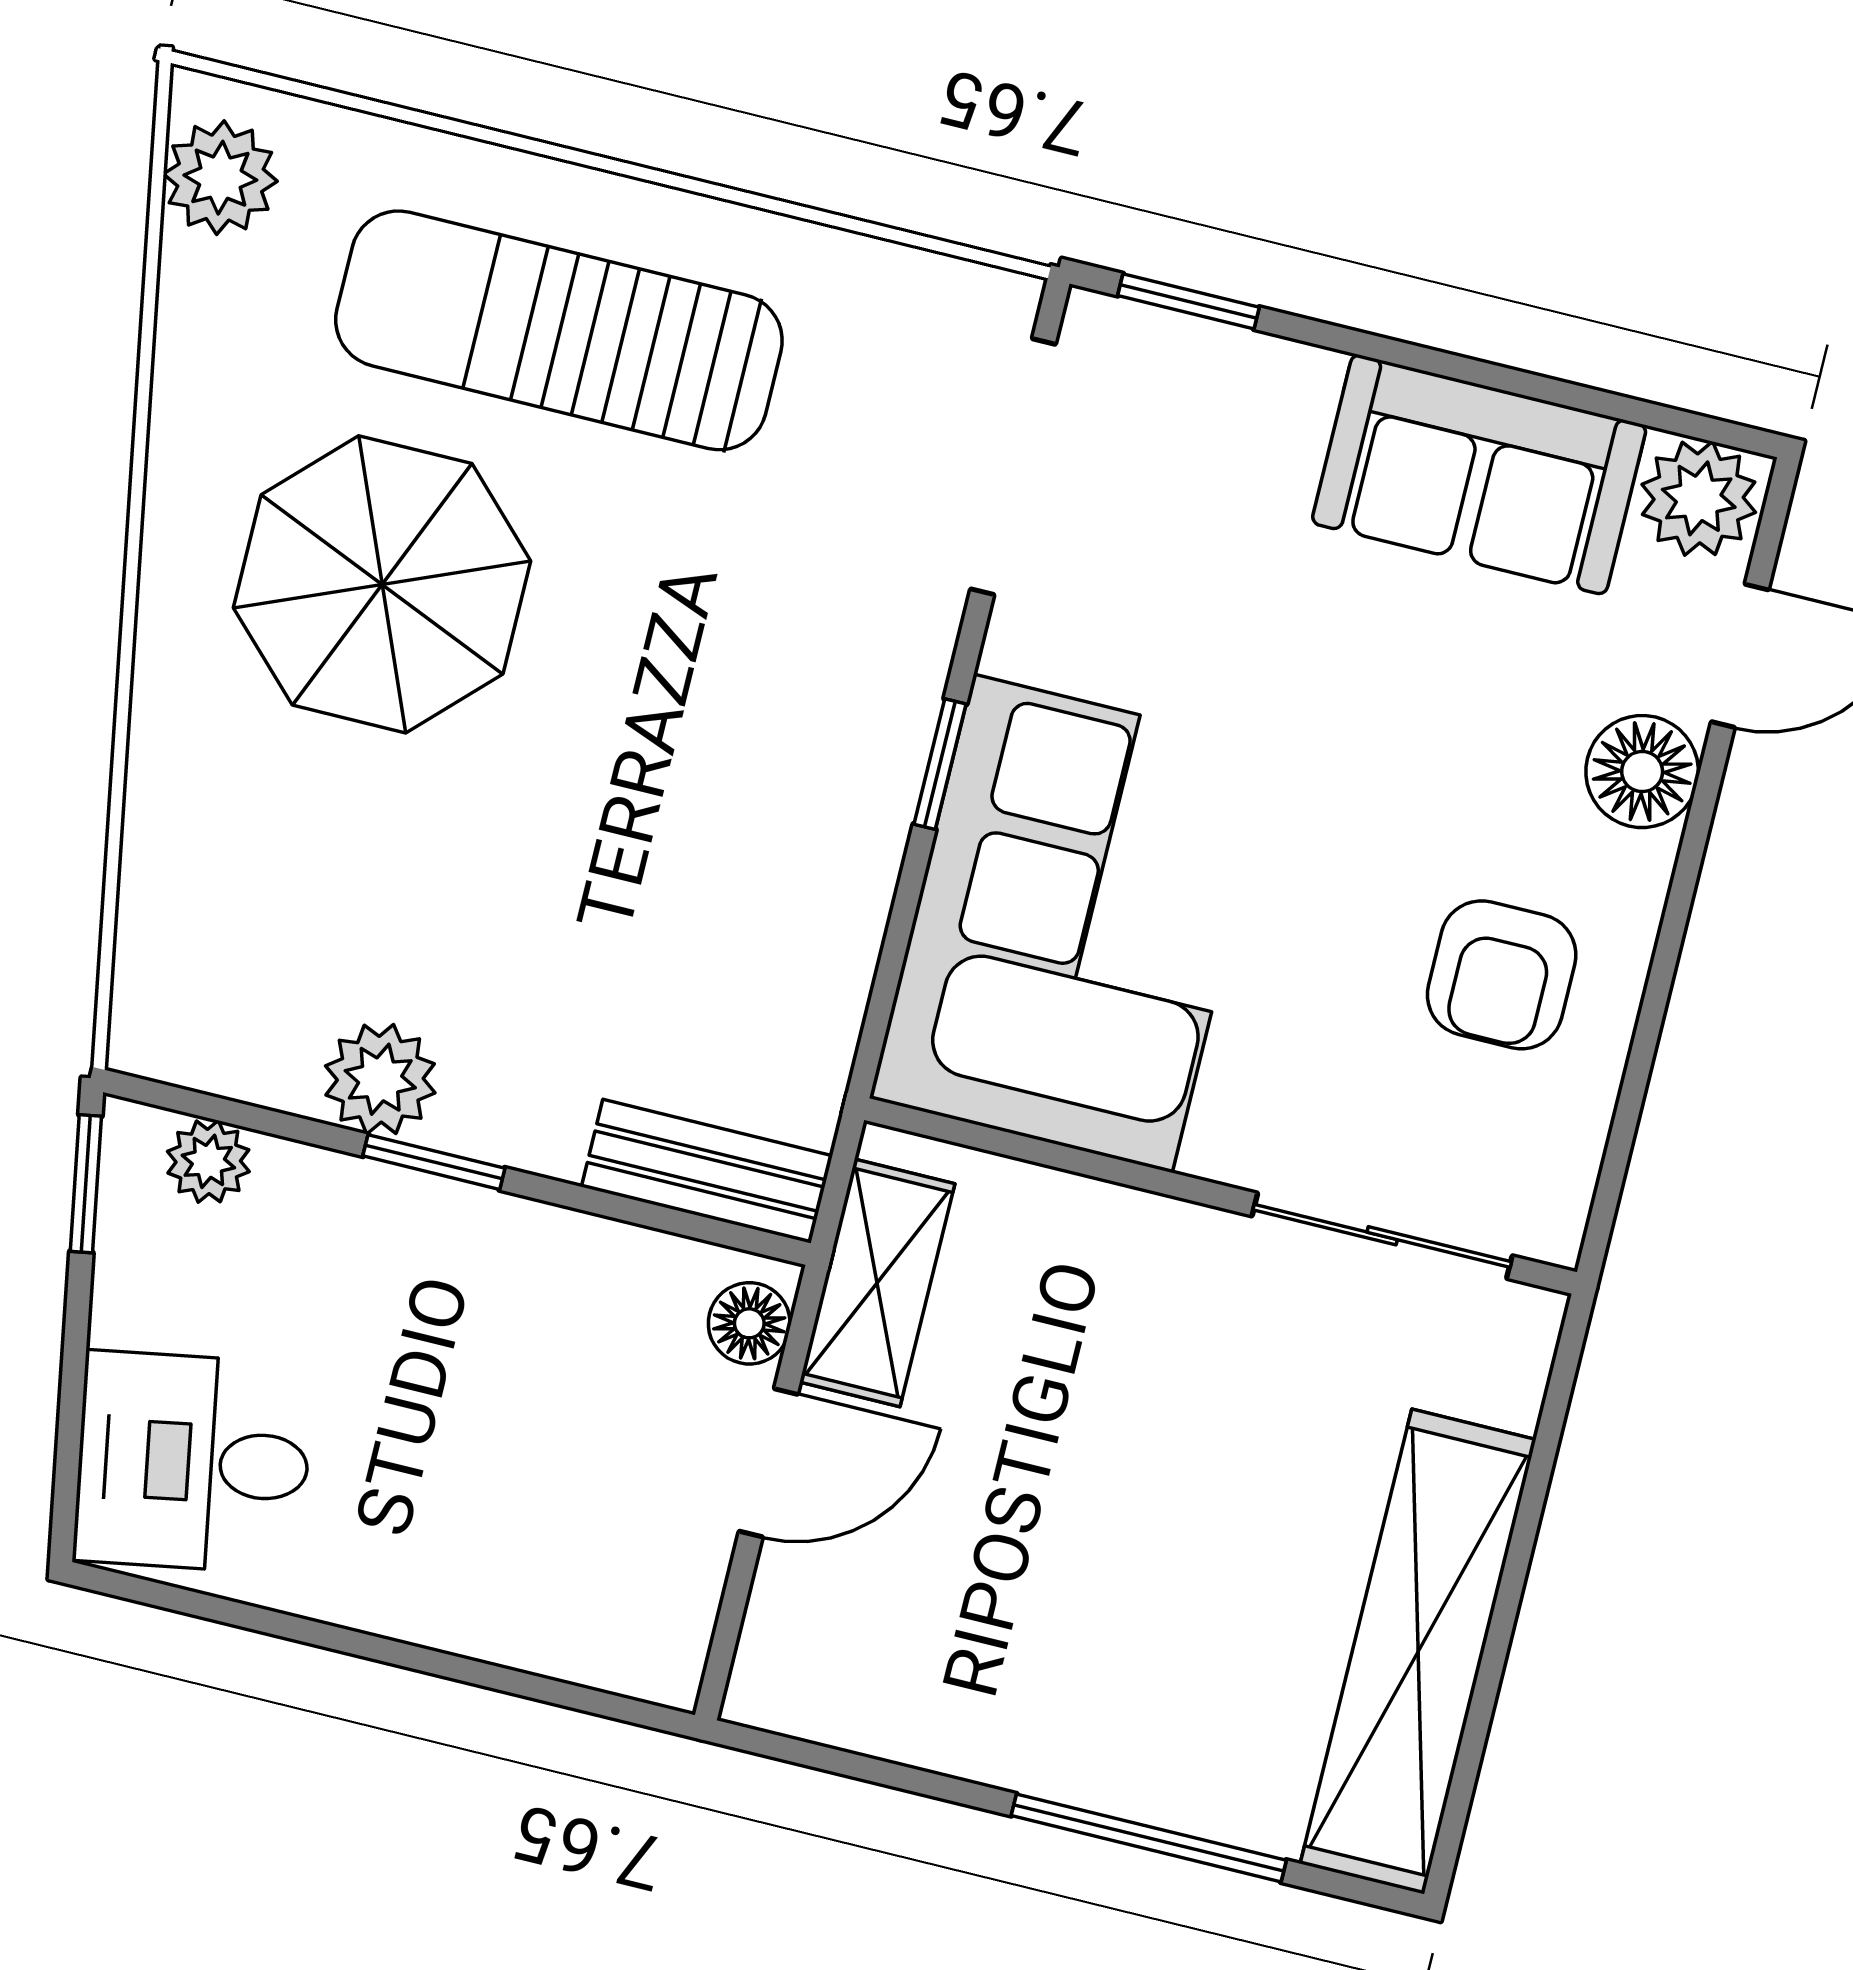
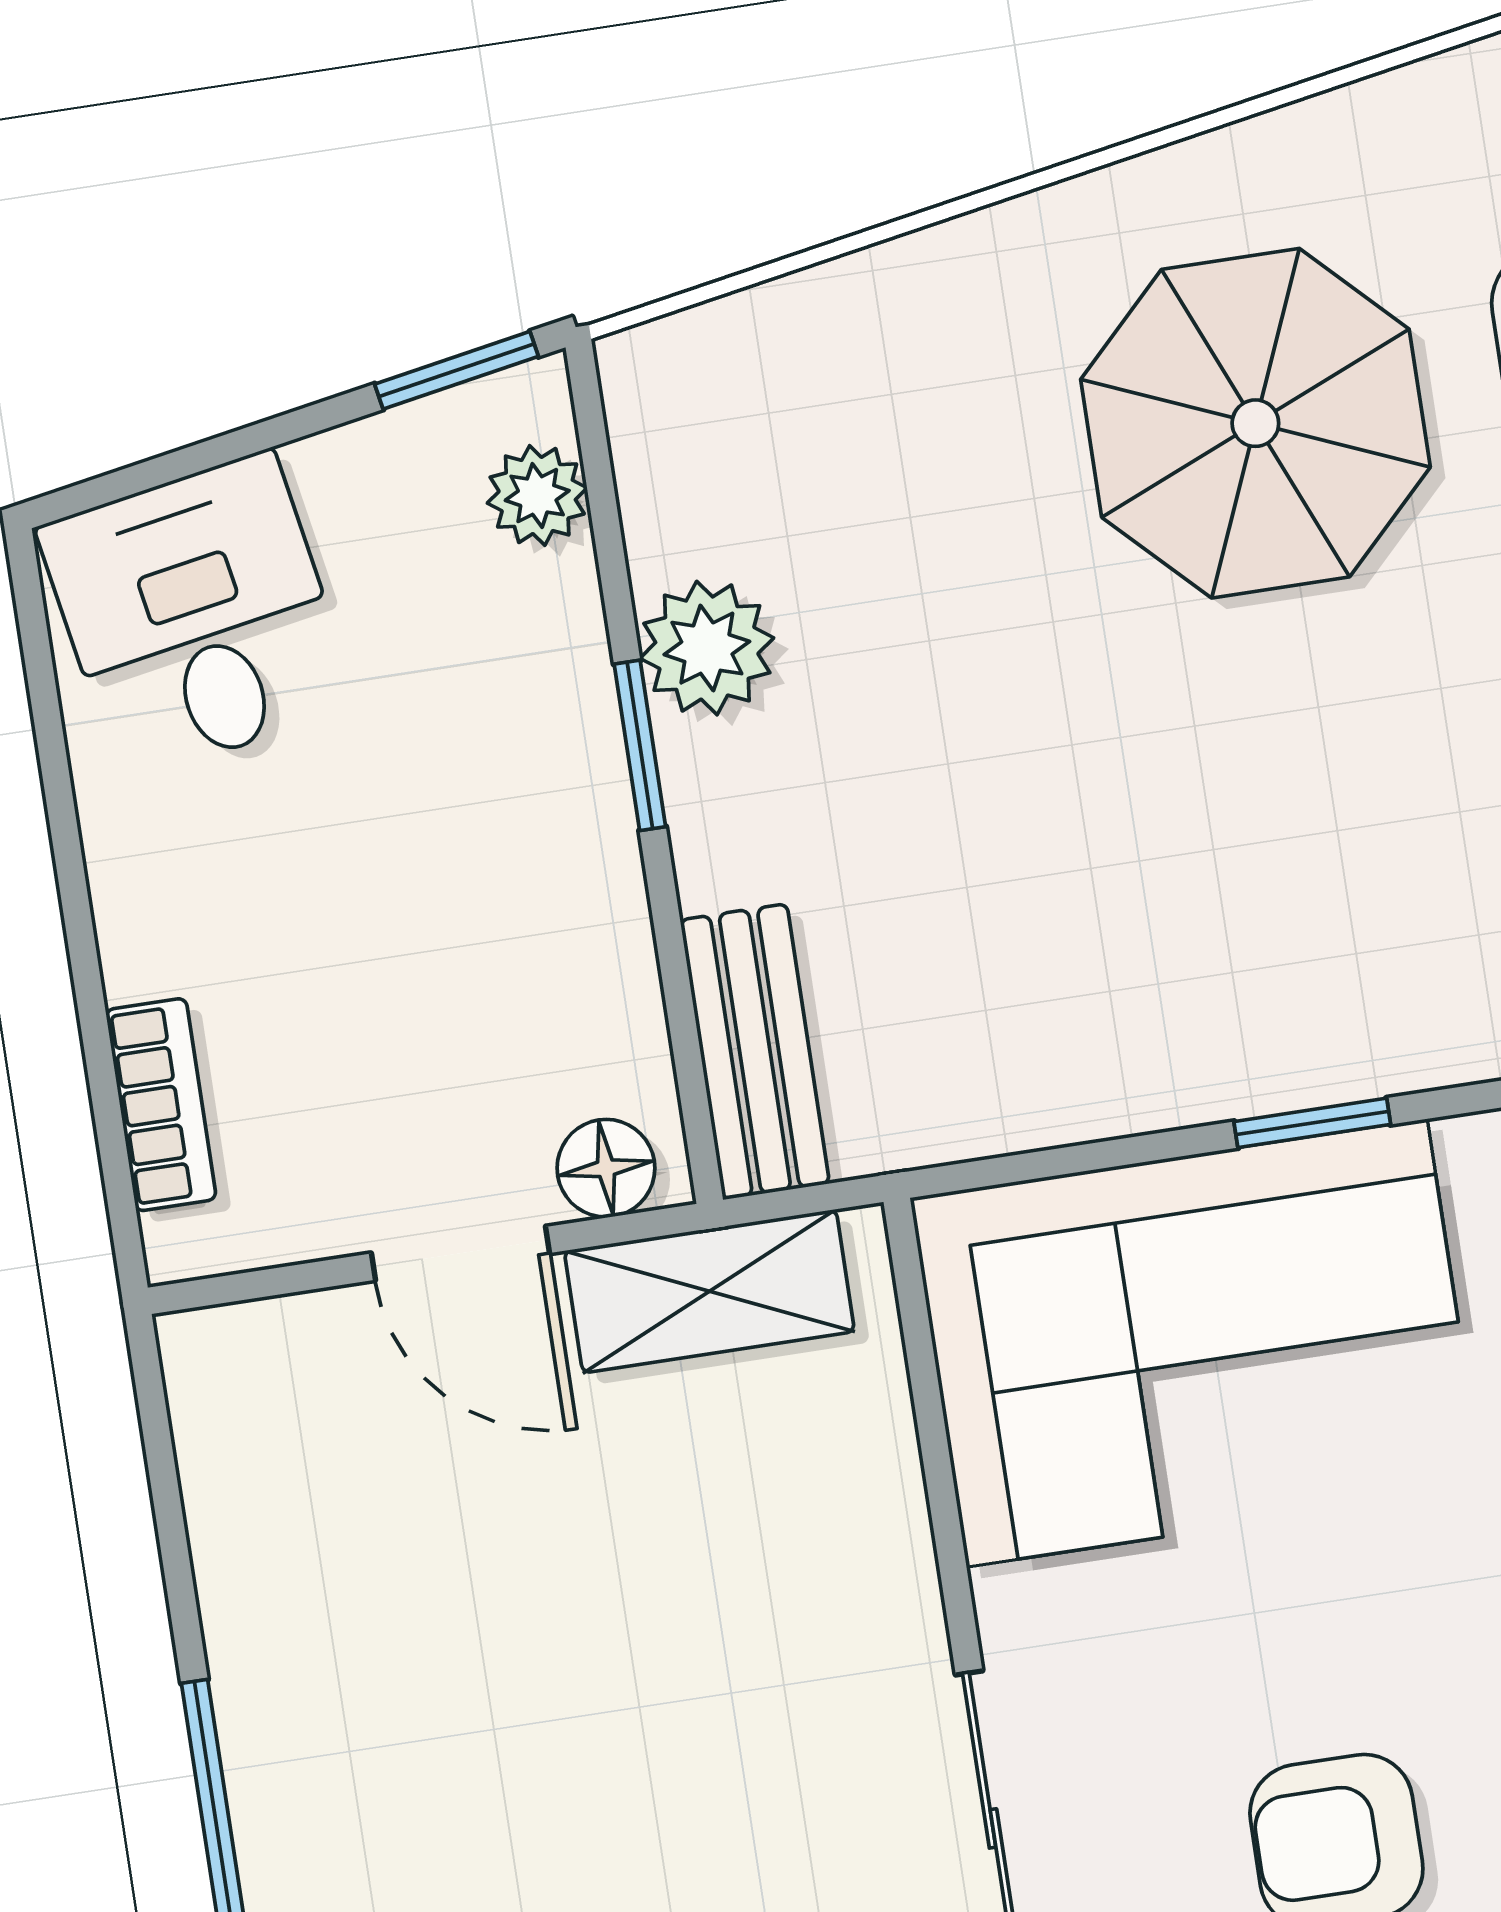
bookcase: (558, 1646) -> (161, 1105), added

